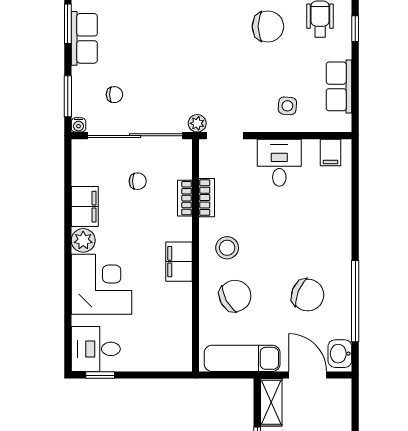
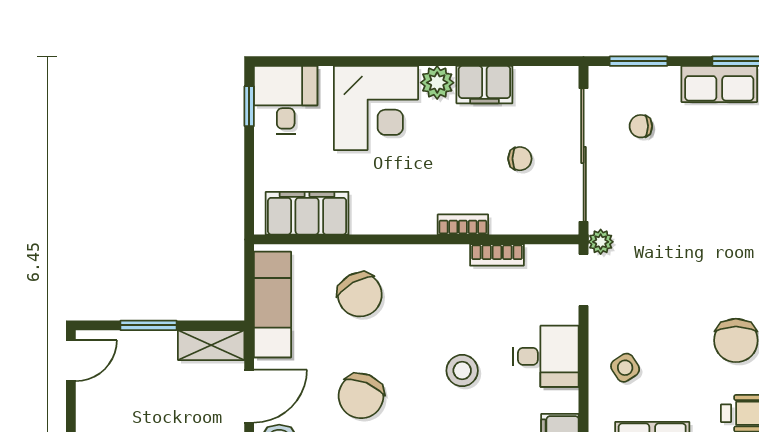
chair: (114, 95) -> (641, 126), turned 90
side table: (287, 106) -> (625, 368), turned -38
water cooler: (79, 125) -> (598, 76), removed
chair: (138, 181) -> (520, 159), turned -90
bookcase: (185, 198) -> (463, 225), moved
stool: (227, 248) -> (462, 371), moved
filing cabinet: (179, 262) -> (307, 213), moved, width x1.50, depth x1.17

